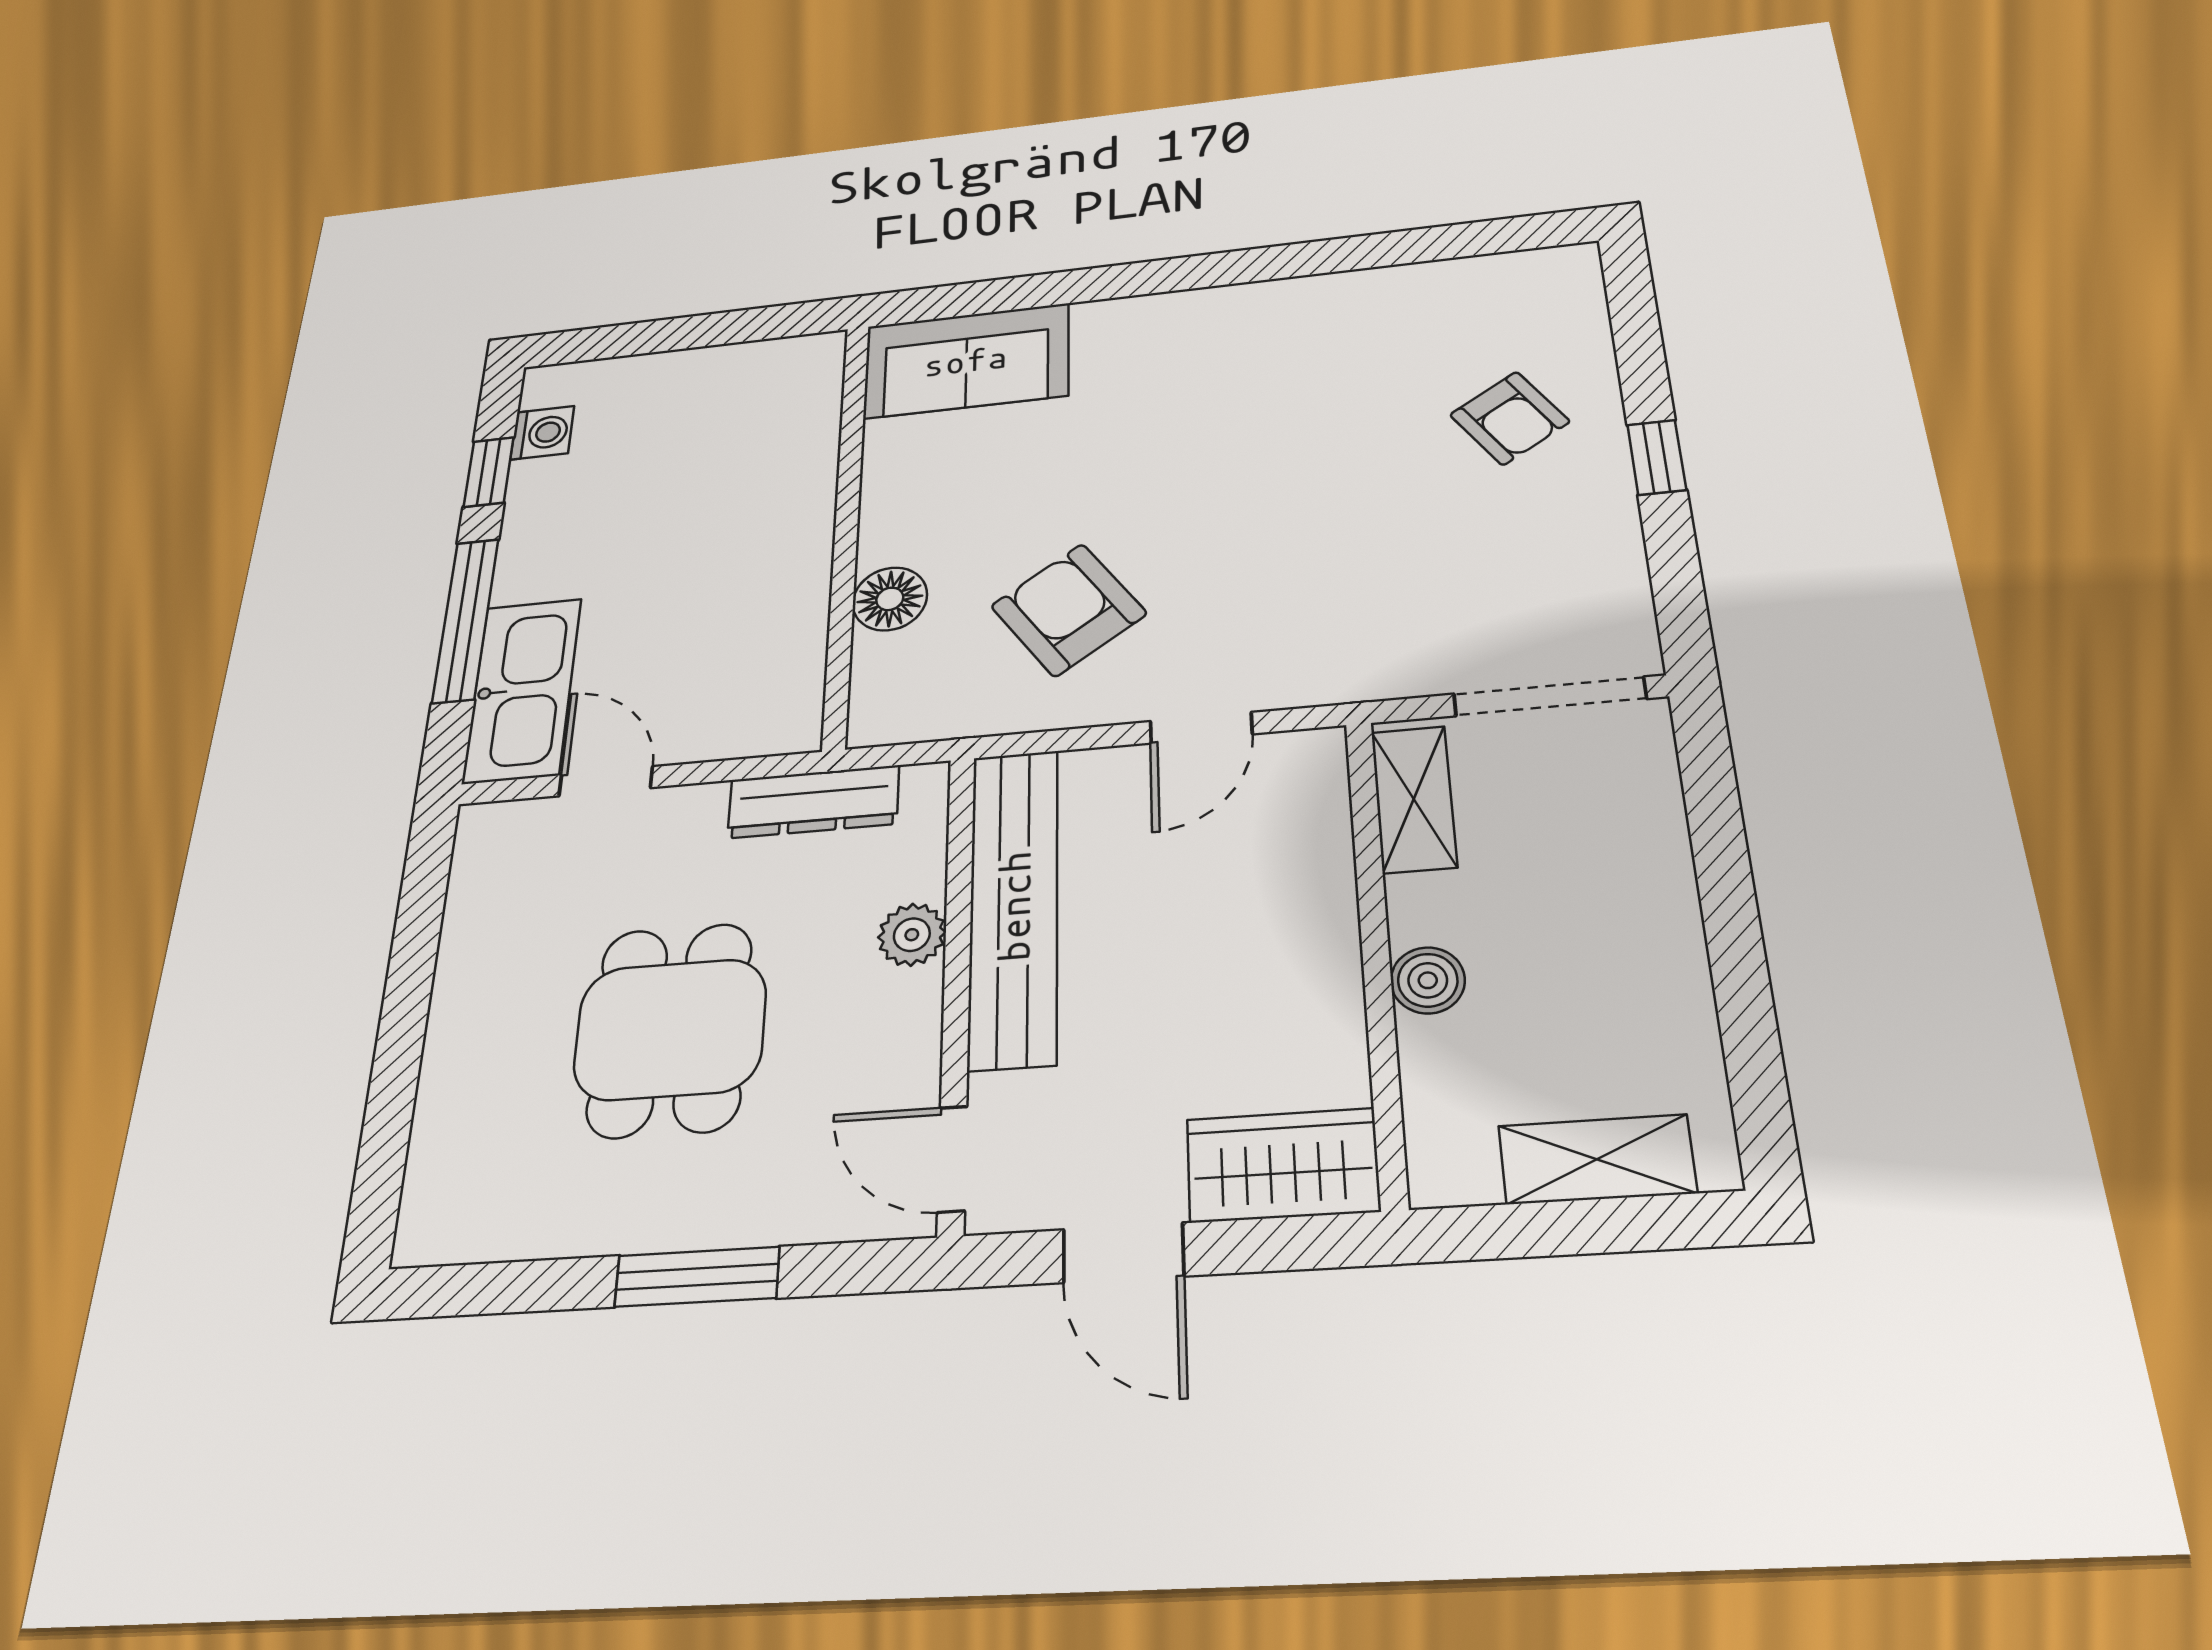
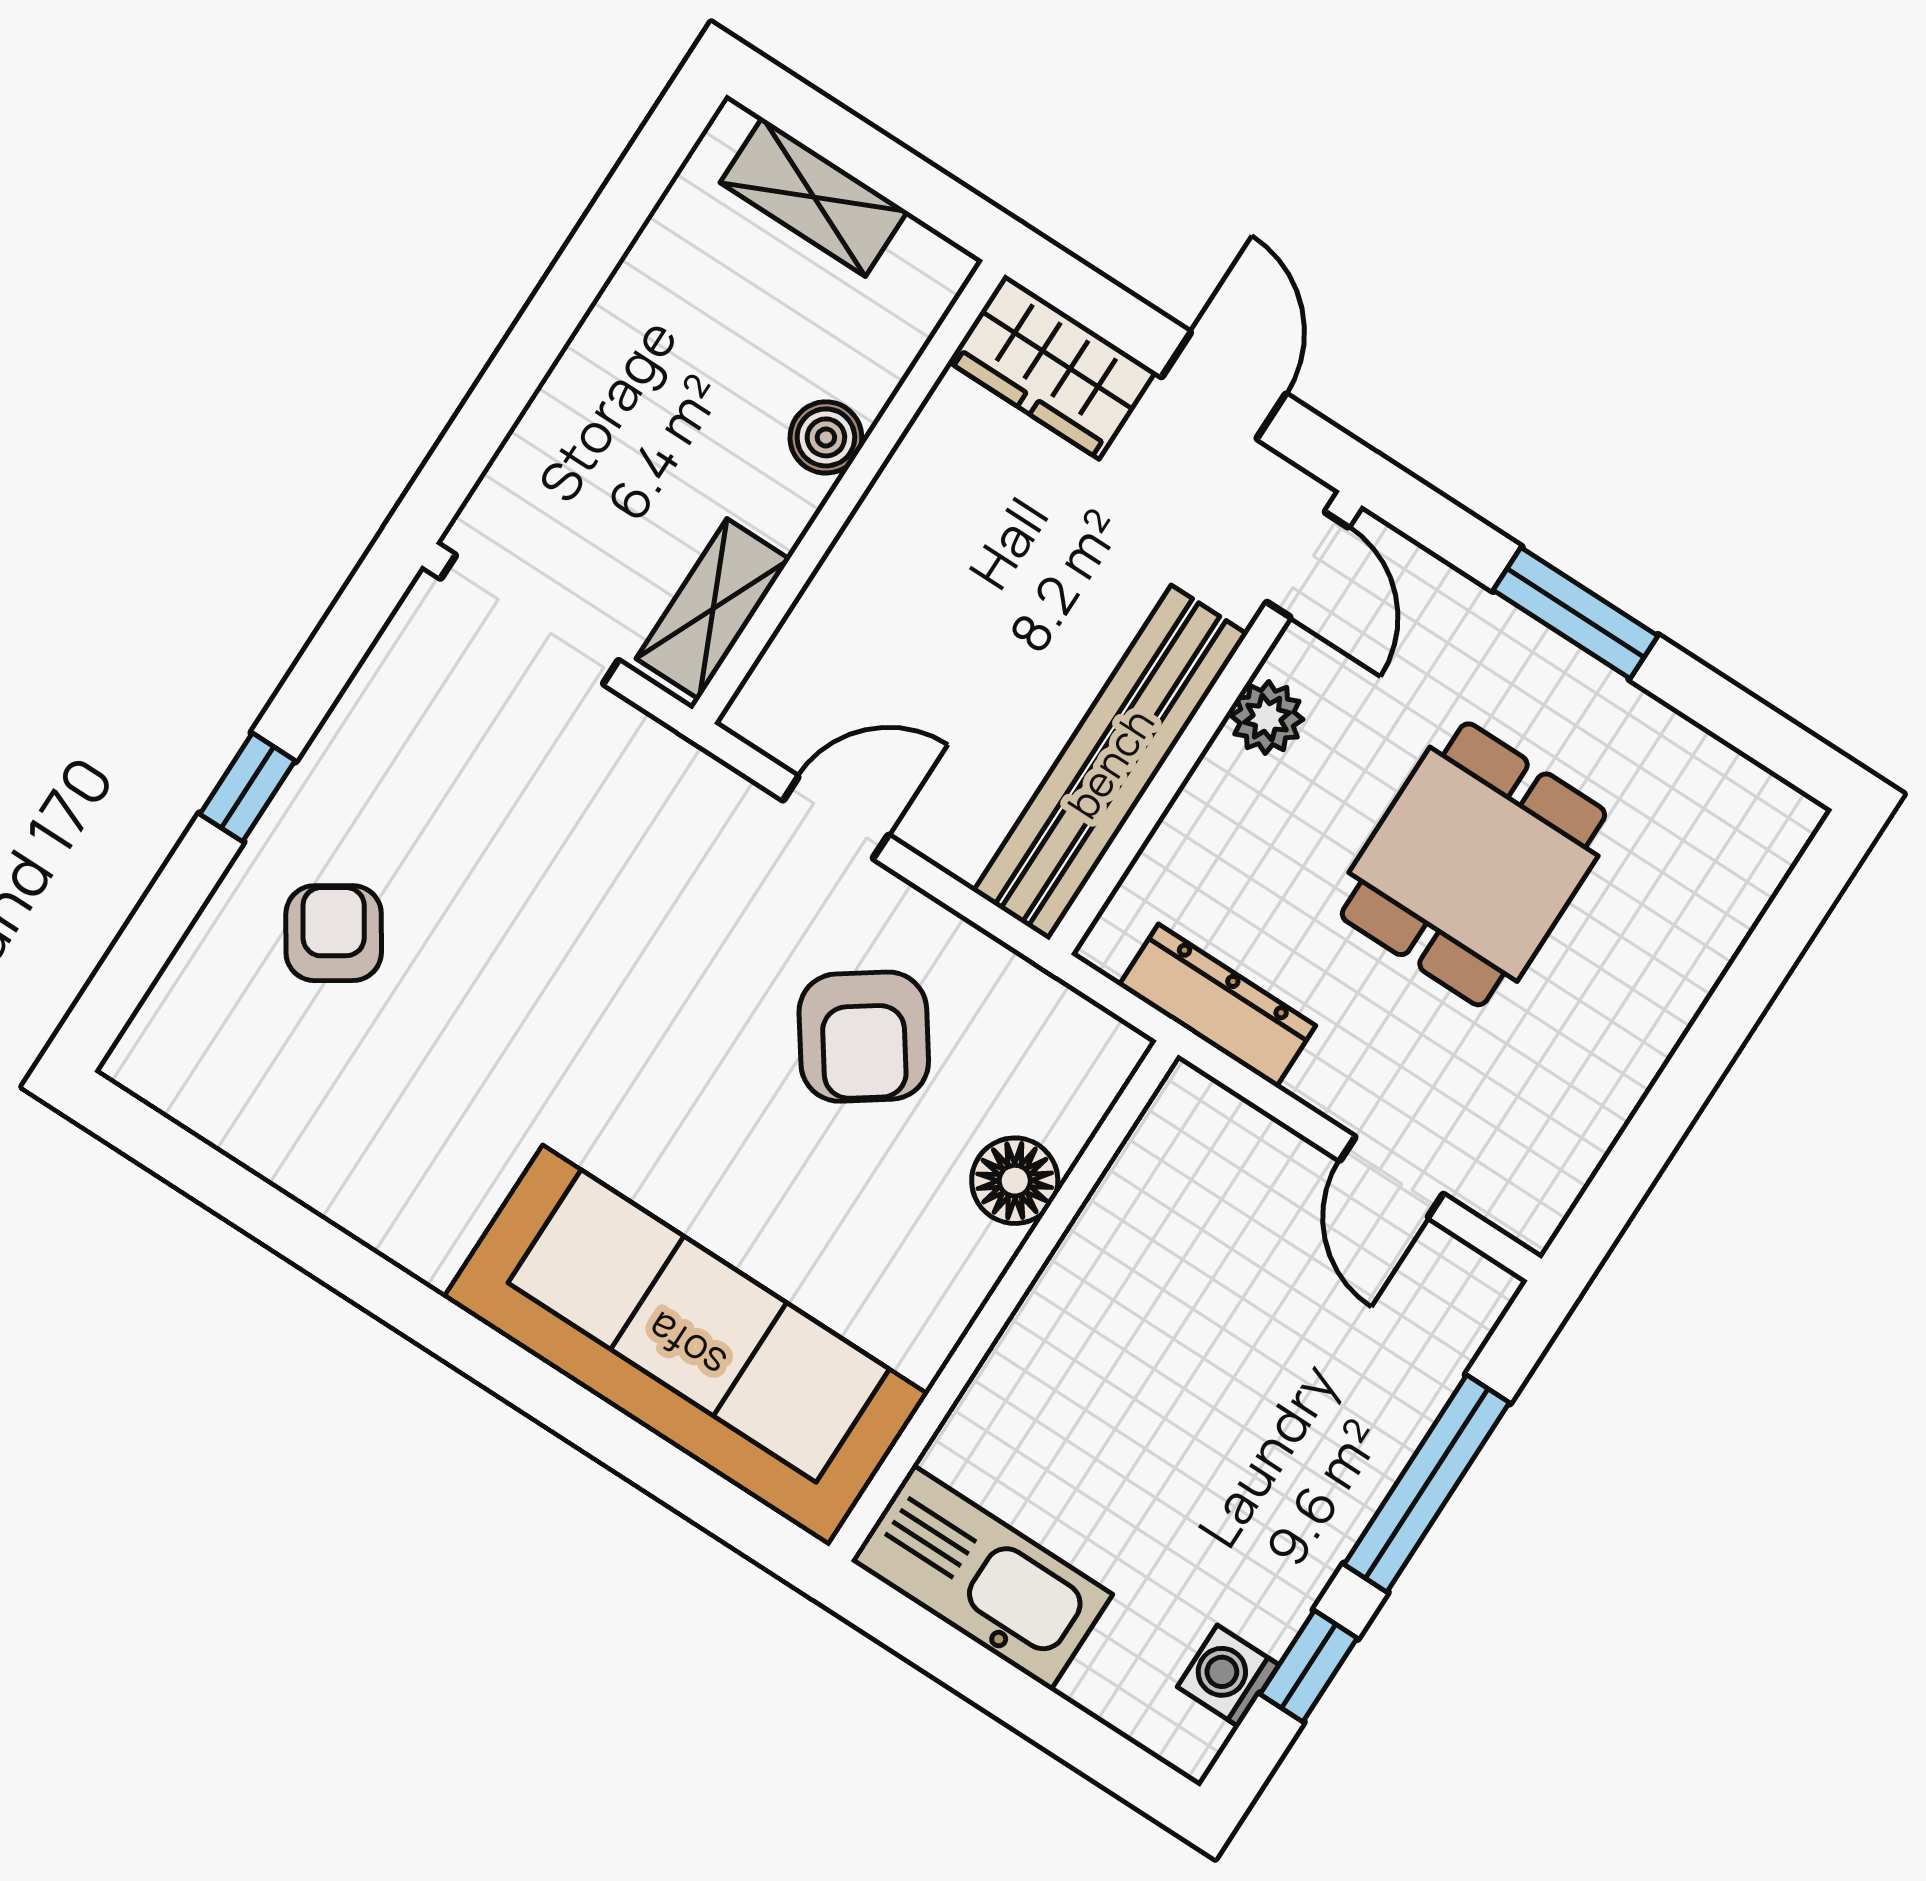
sofa: (966, 361) -> (686, 1346), width x1.85, depth x1.27
kitchen sink: (522, 690) -> (982, 1578), moved, turned 90
plant: (912, 935) -> (1267, 718), moved

